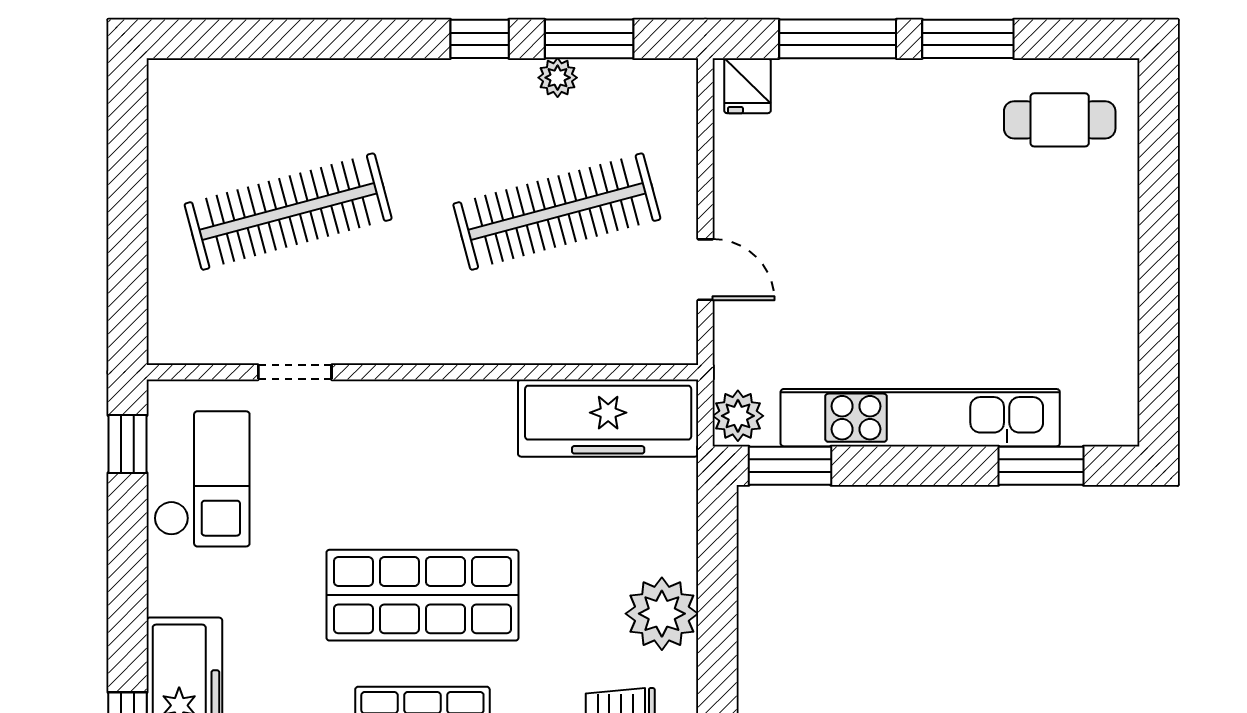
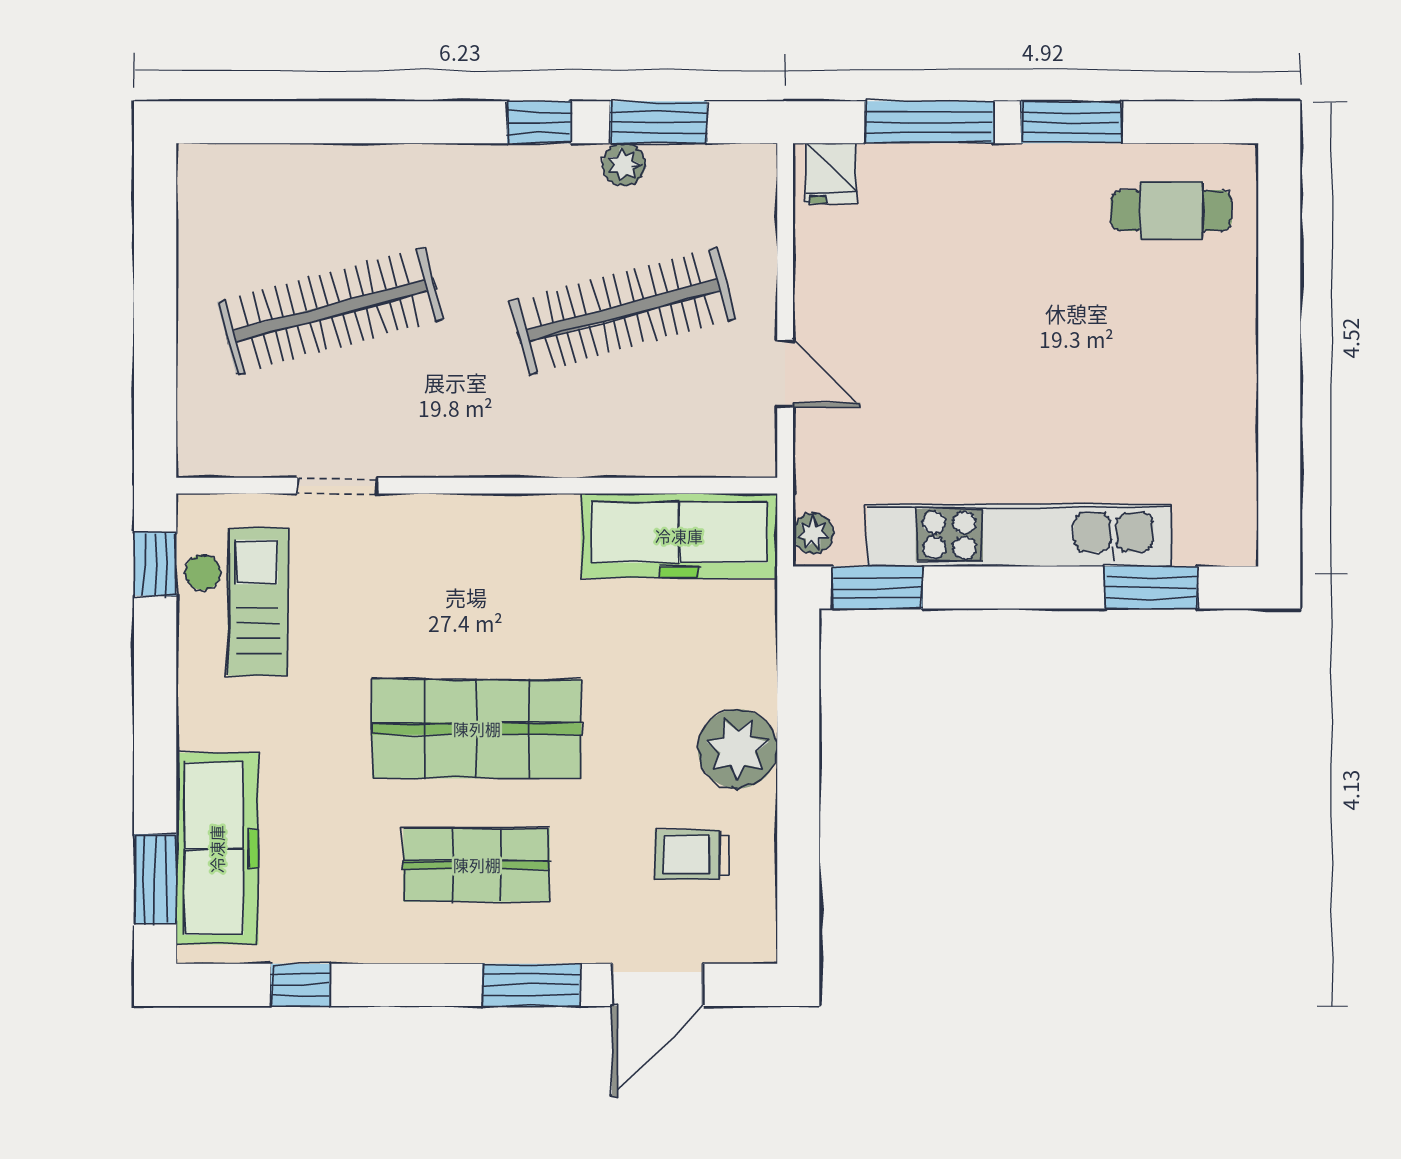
plant: (738, 416) -> (813, 533), width x0.73, depth x0.73

